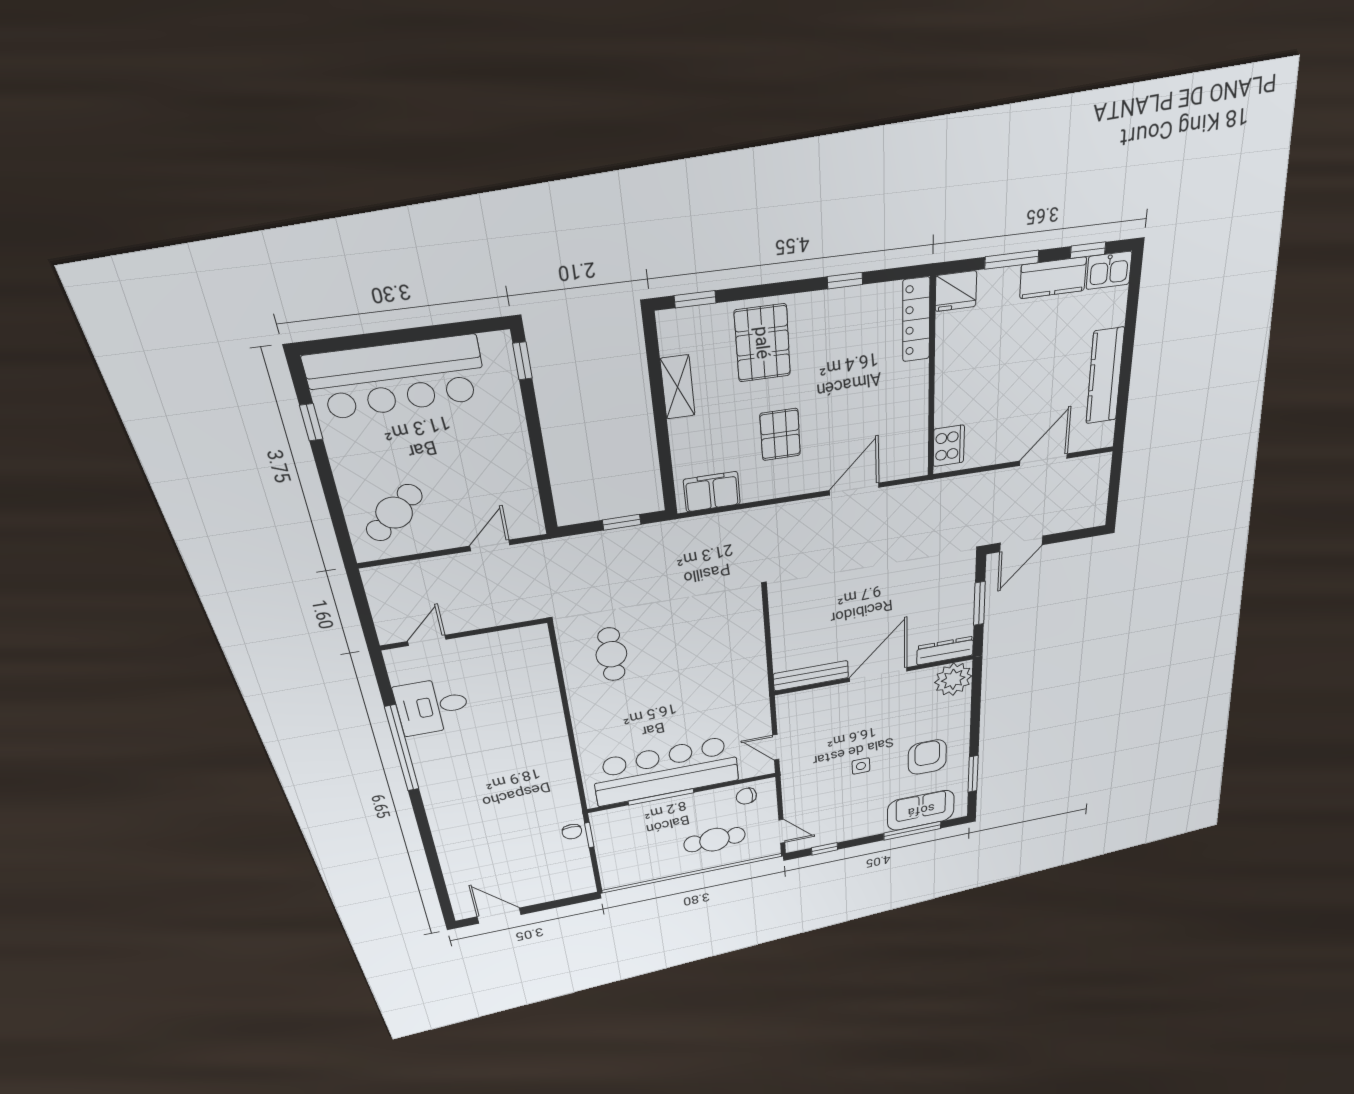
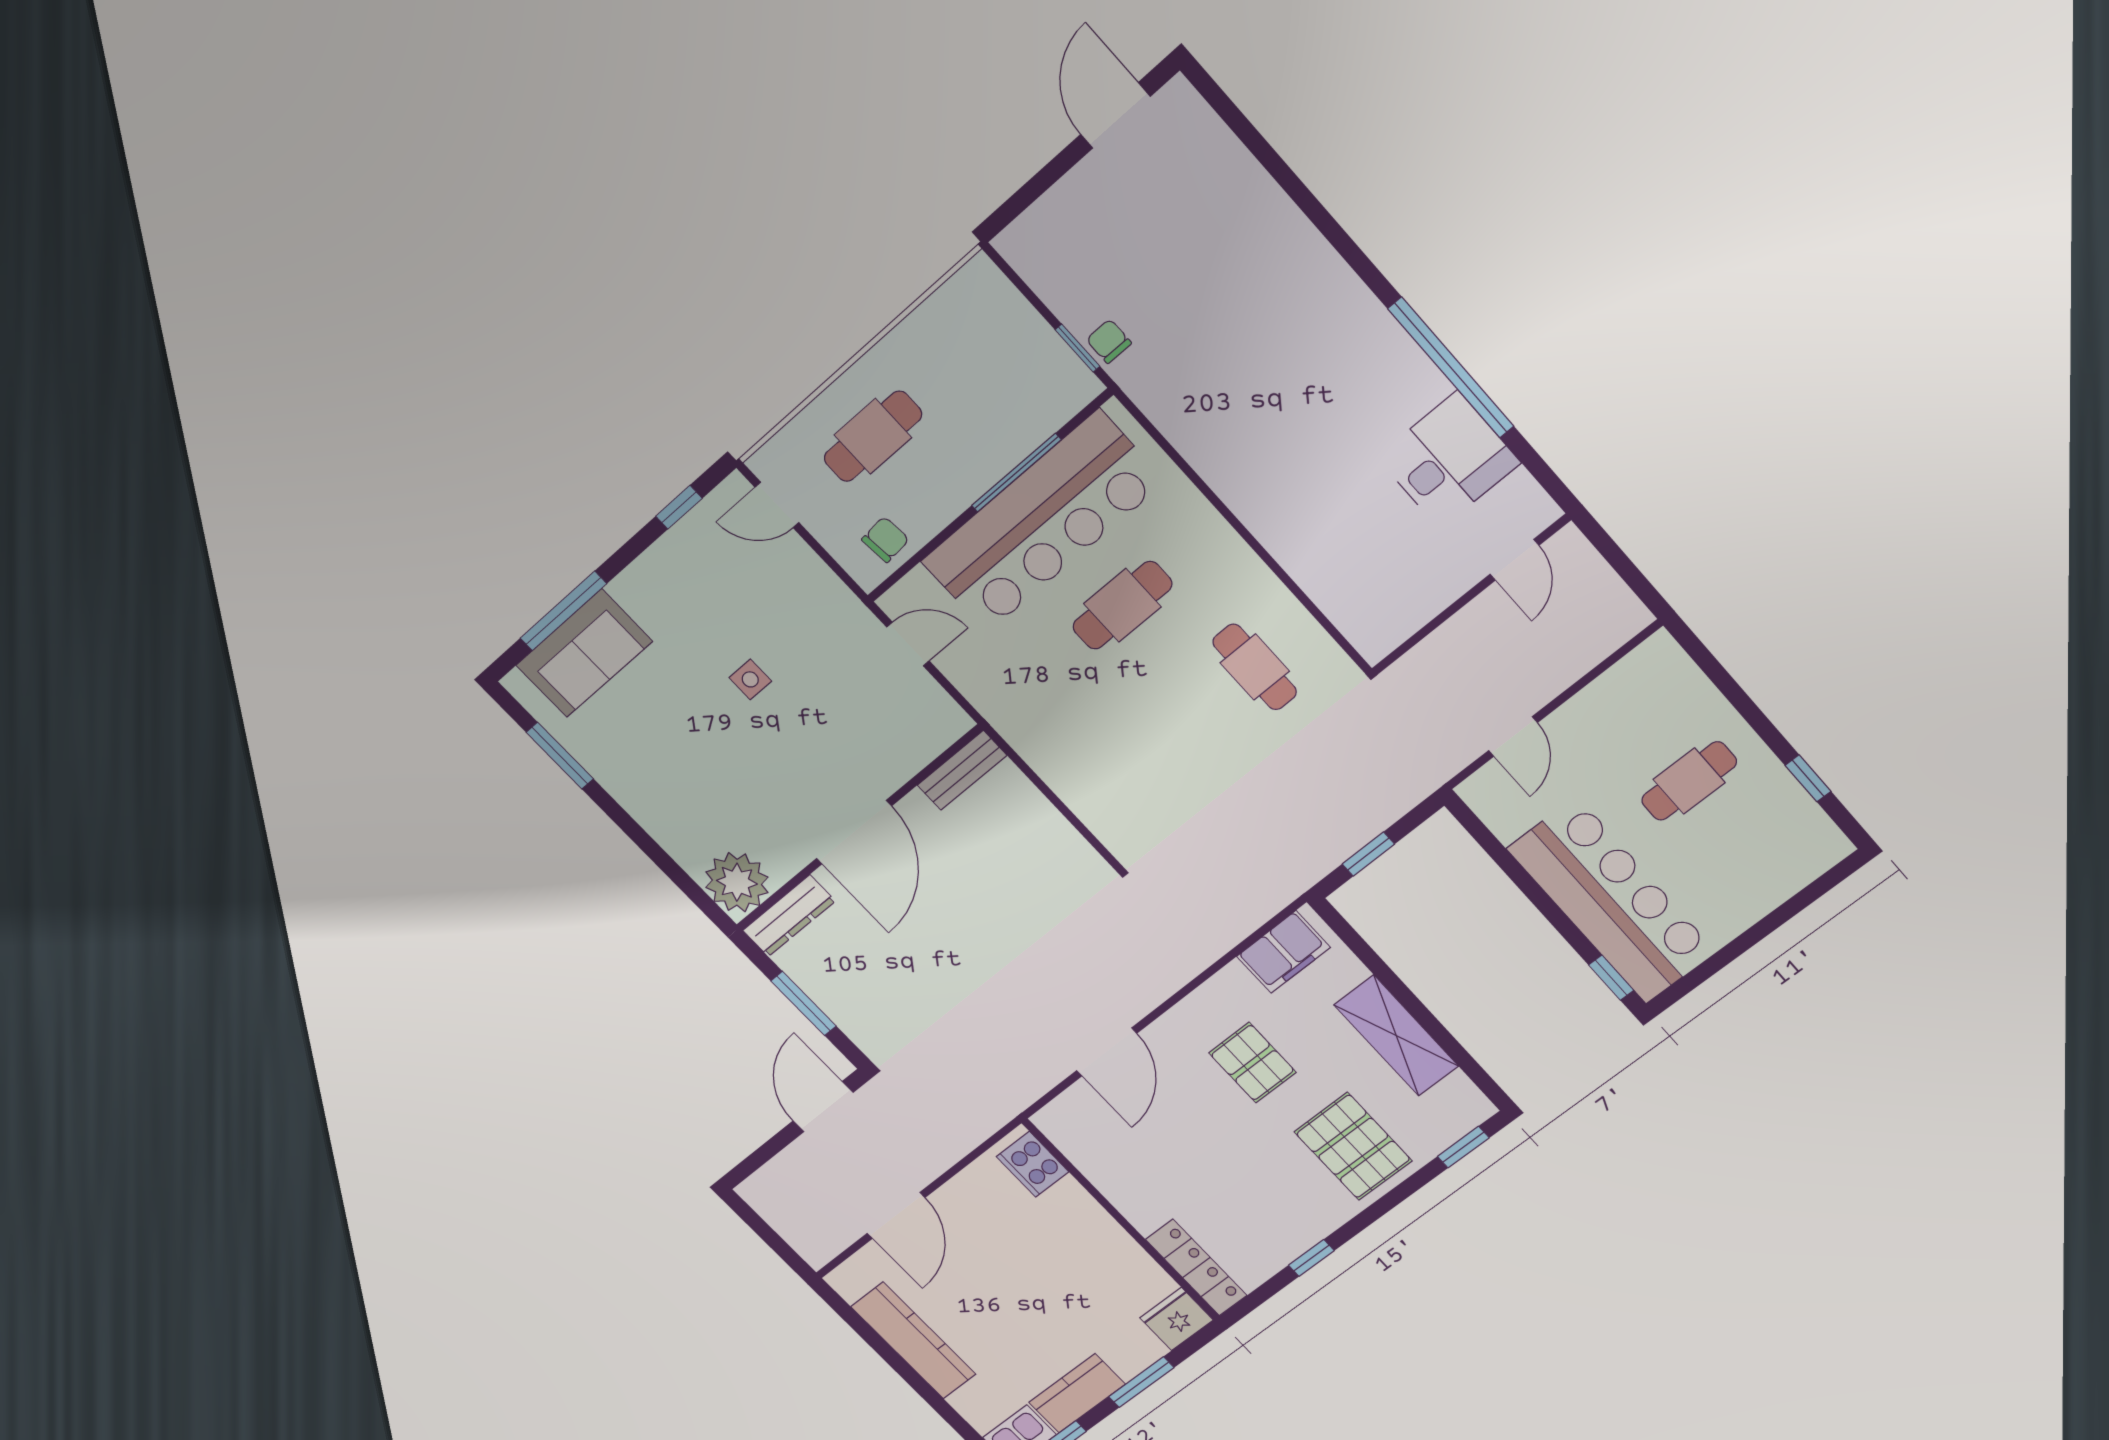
bar counter: (397, 377) -> (1612, 901), moved, turned 90
shelving: (678, 387) -> (1396, 1036), width x1.50, depth x1.33
cafe table: (394, 513) -> (1689, 781), moved, turned 42
bench: (811, 676) -> (962, 770), width x0.73
cafe table: (657, 716) -> (1122, 605), added
armchair: (927, 757) -> (660, 746), removed
door: (499, 916) -> (1115, 115), swing flipped

